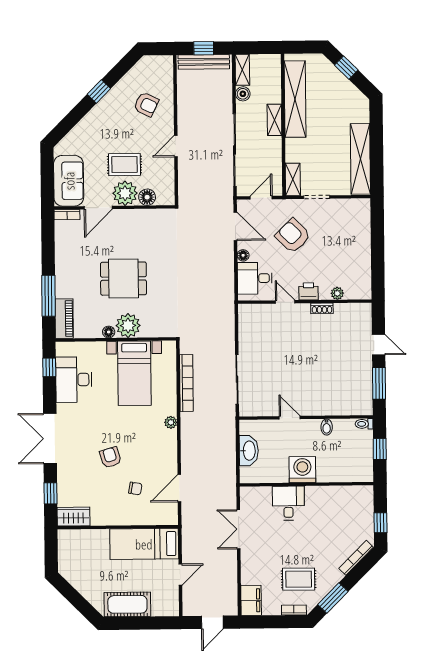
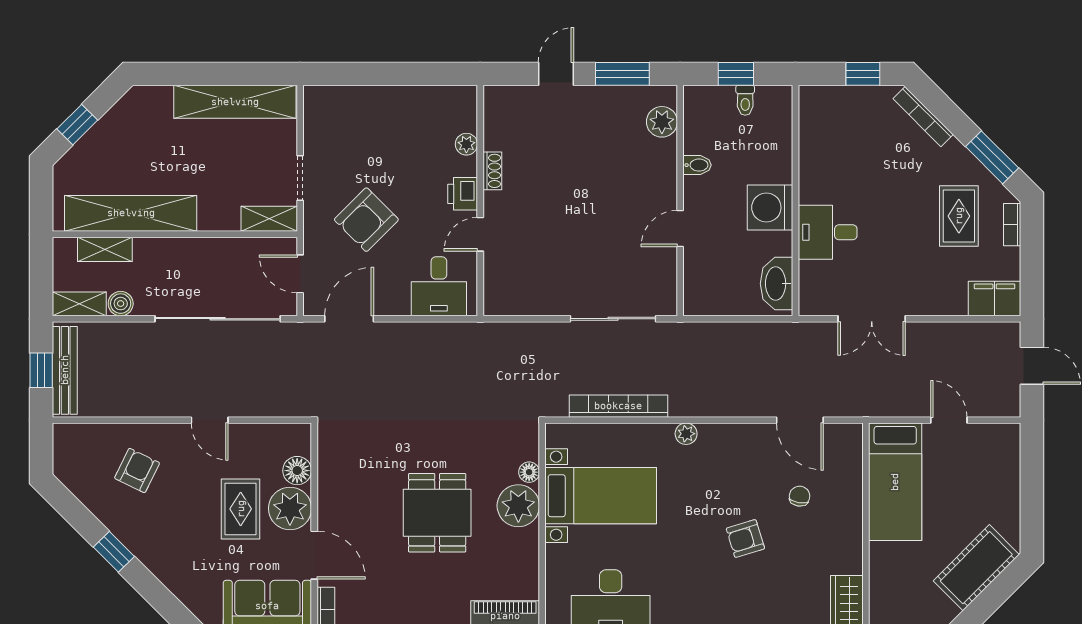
shelving: (274, 120) -> (105, 249), moved
floor lamp: (243, 255) -> (399, 306), removed
floor lamp: (109, 332) -> (529, 472), moved
plant: (351, 406) -> (662, 122), added
toilet: (364, 424) -> (745, 100), moved
washbasin: (249, 451) -> (777, 284), moved, turned -90
cot: (127, 604) -> (976, 568), moved, turned 45

